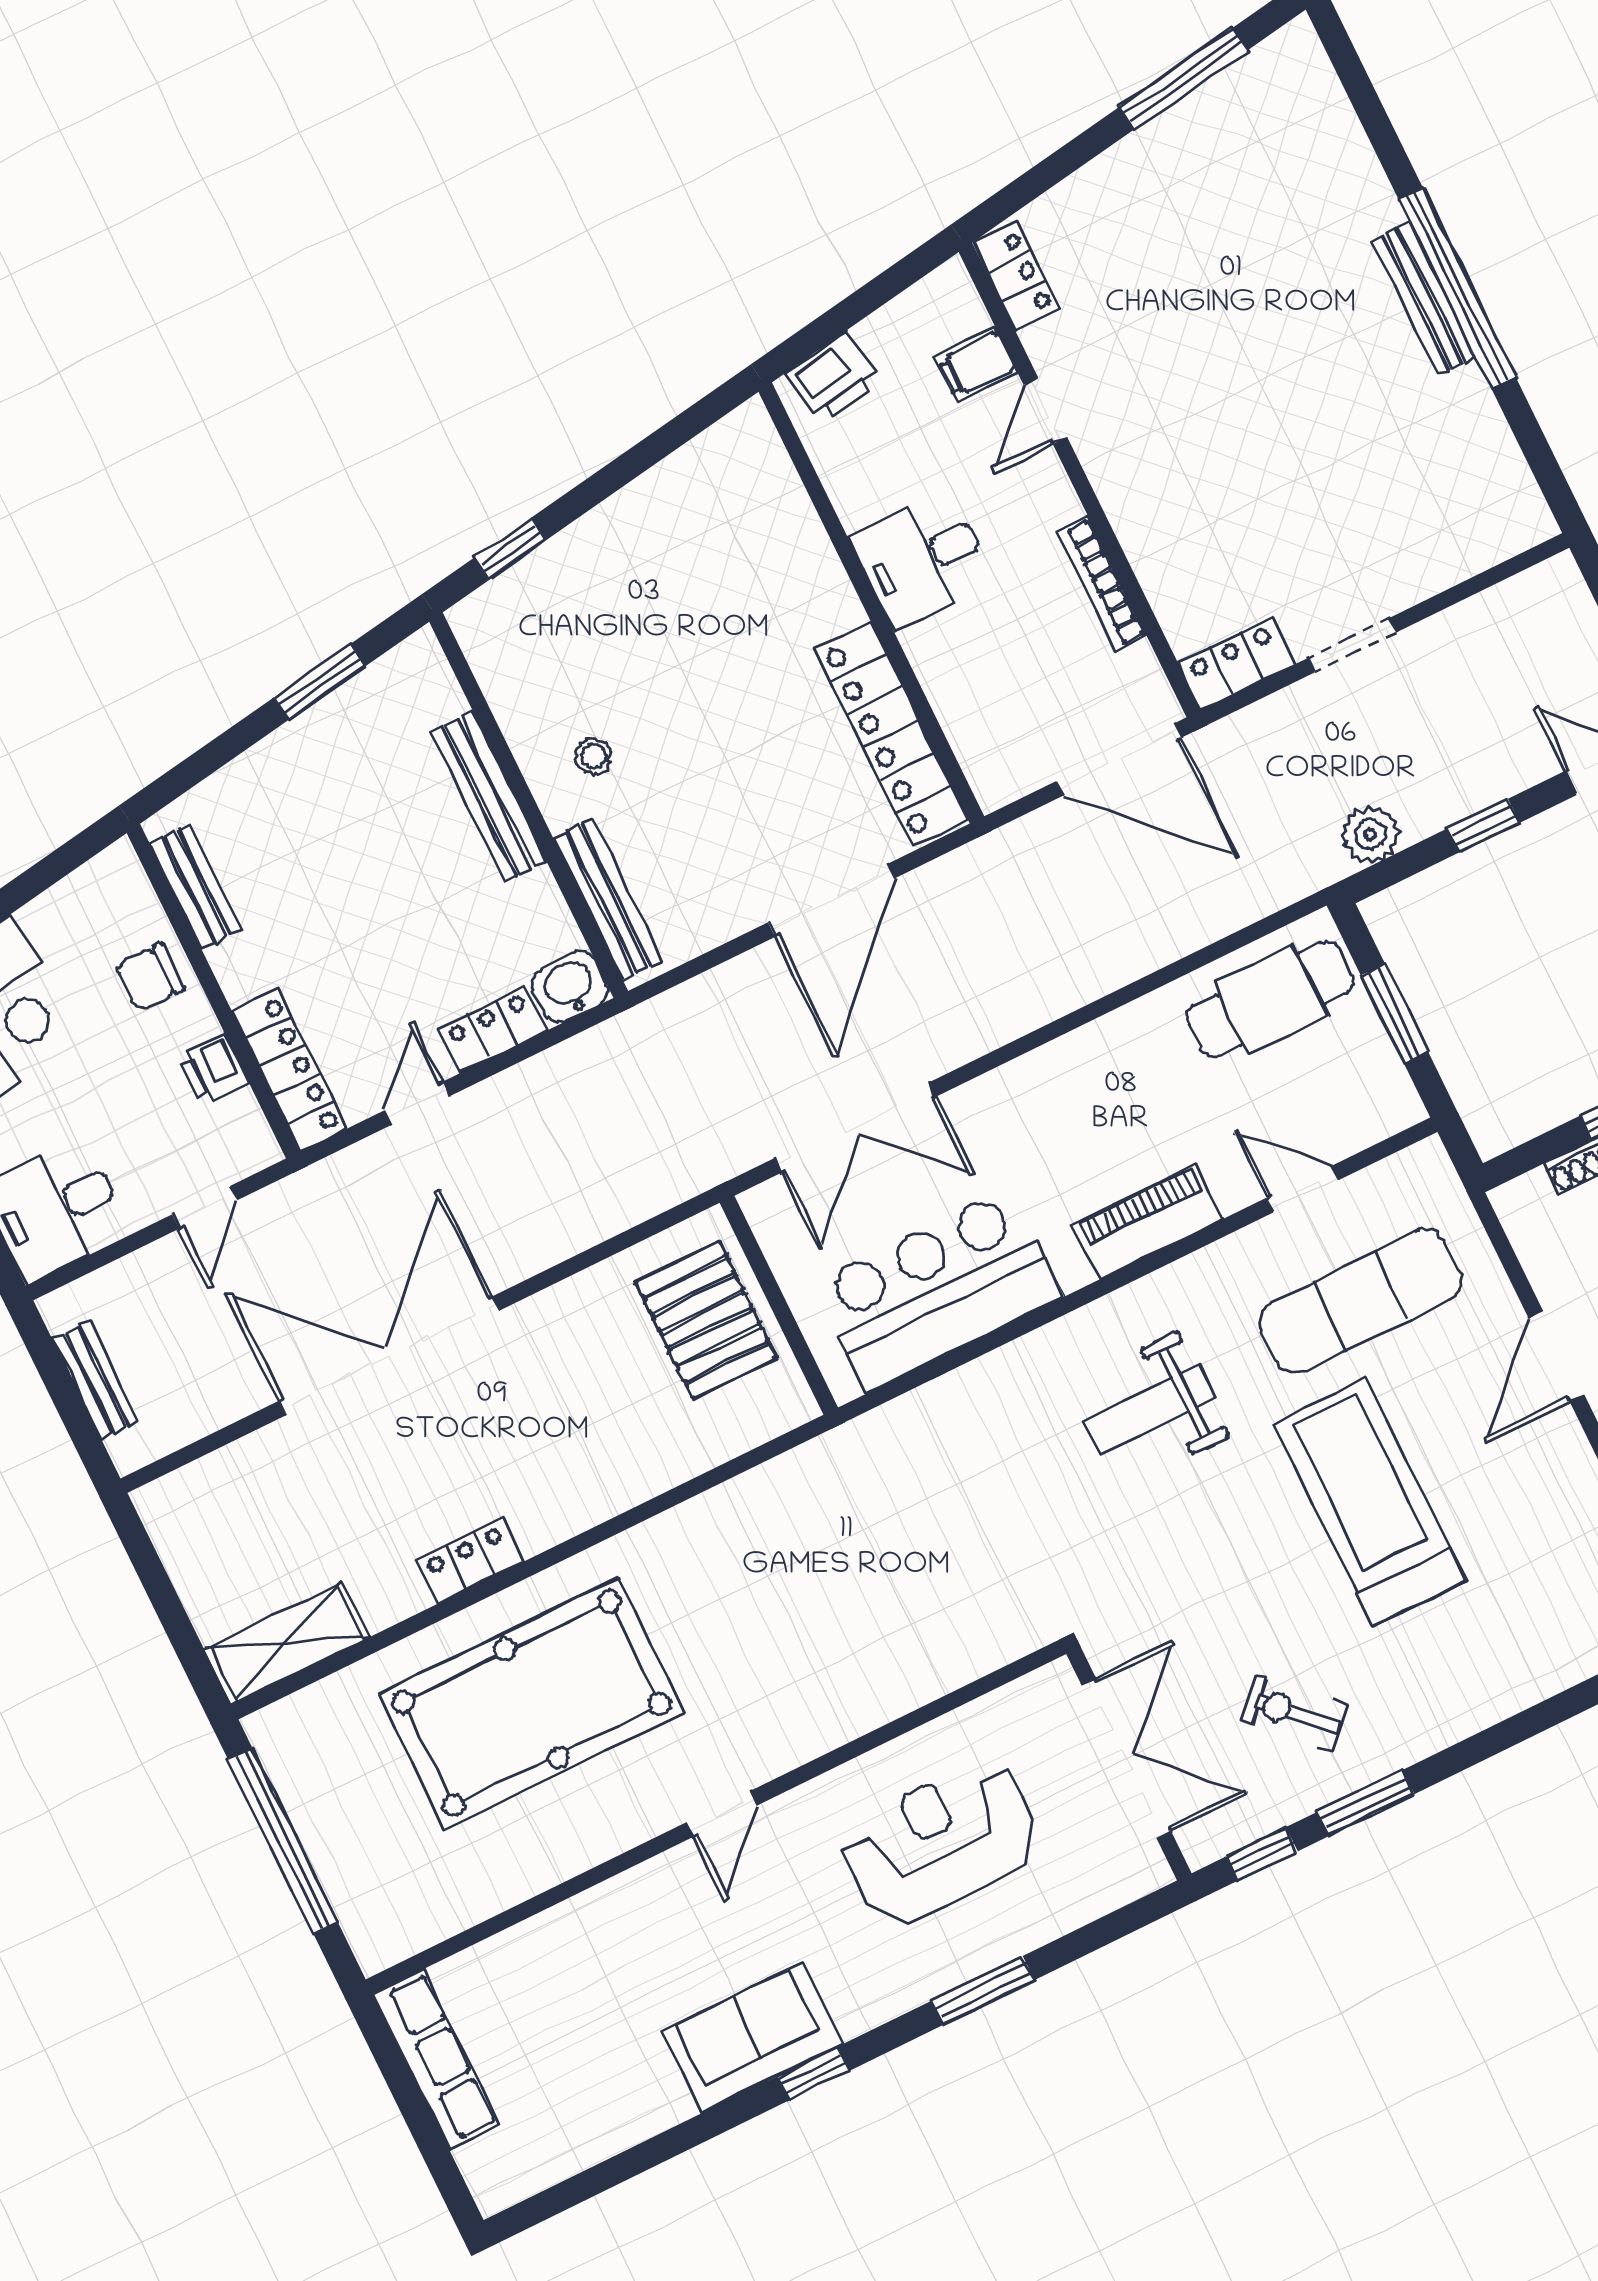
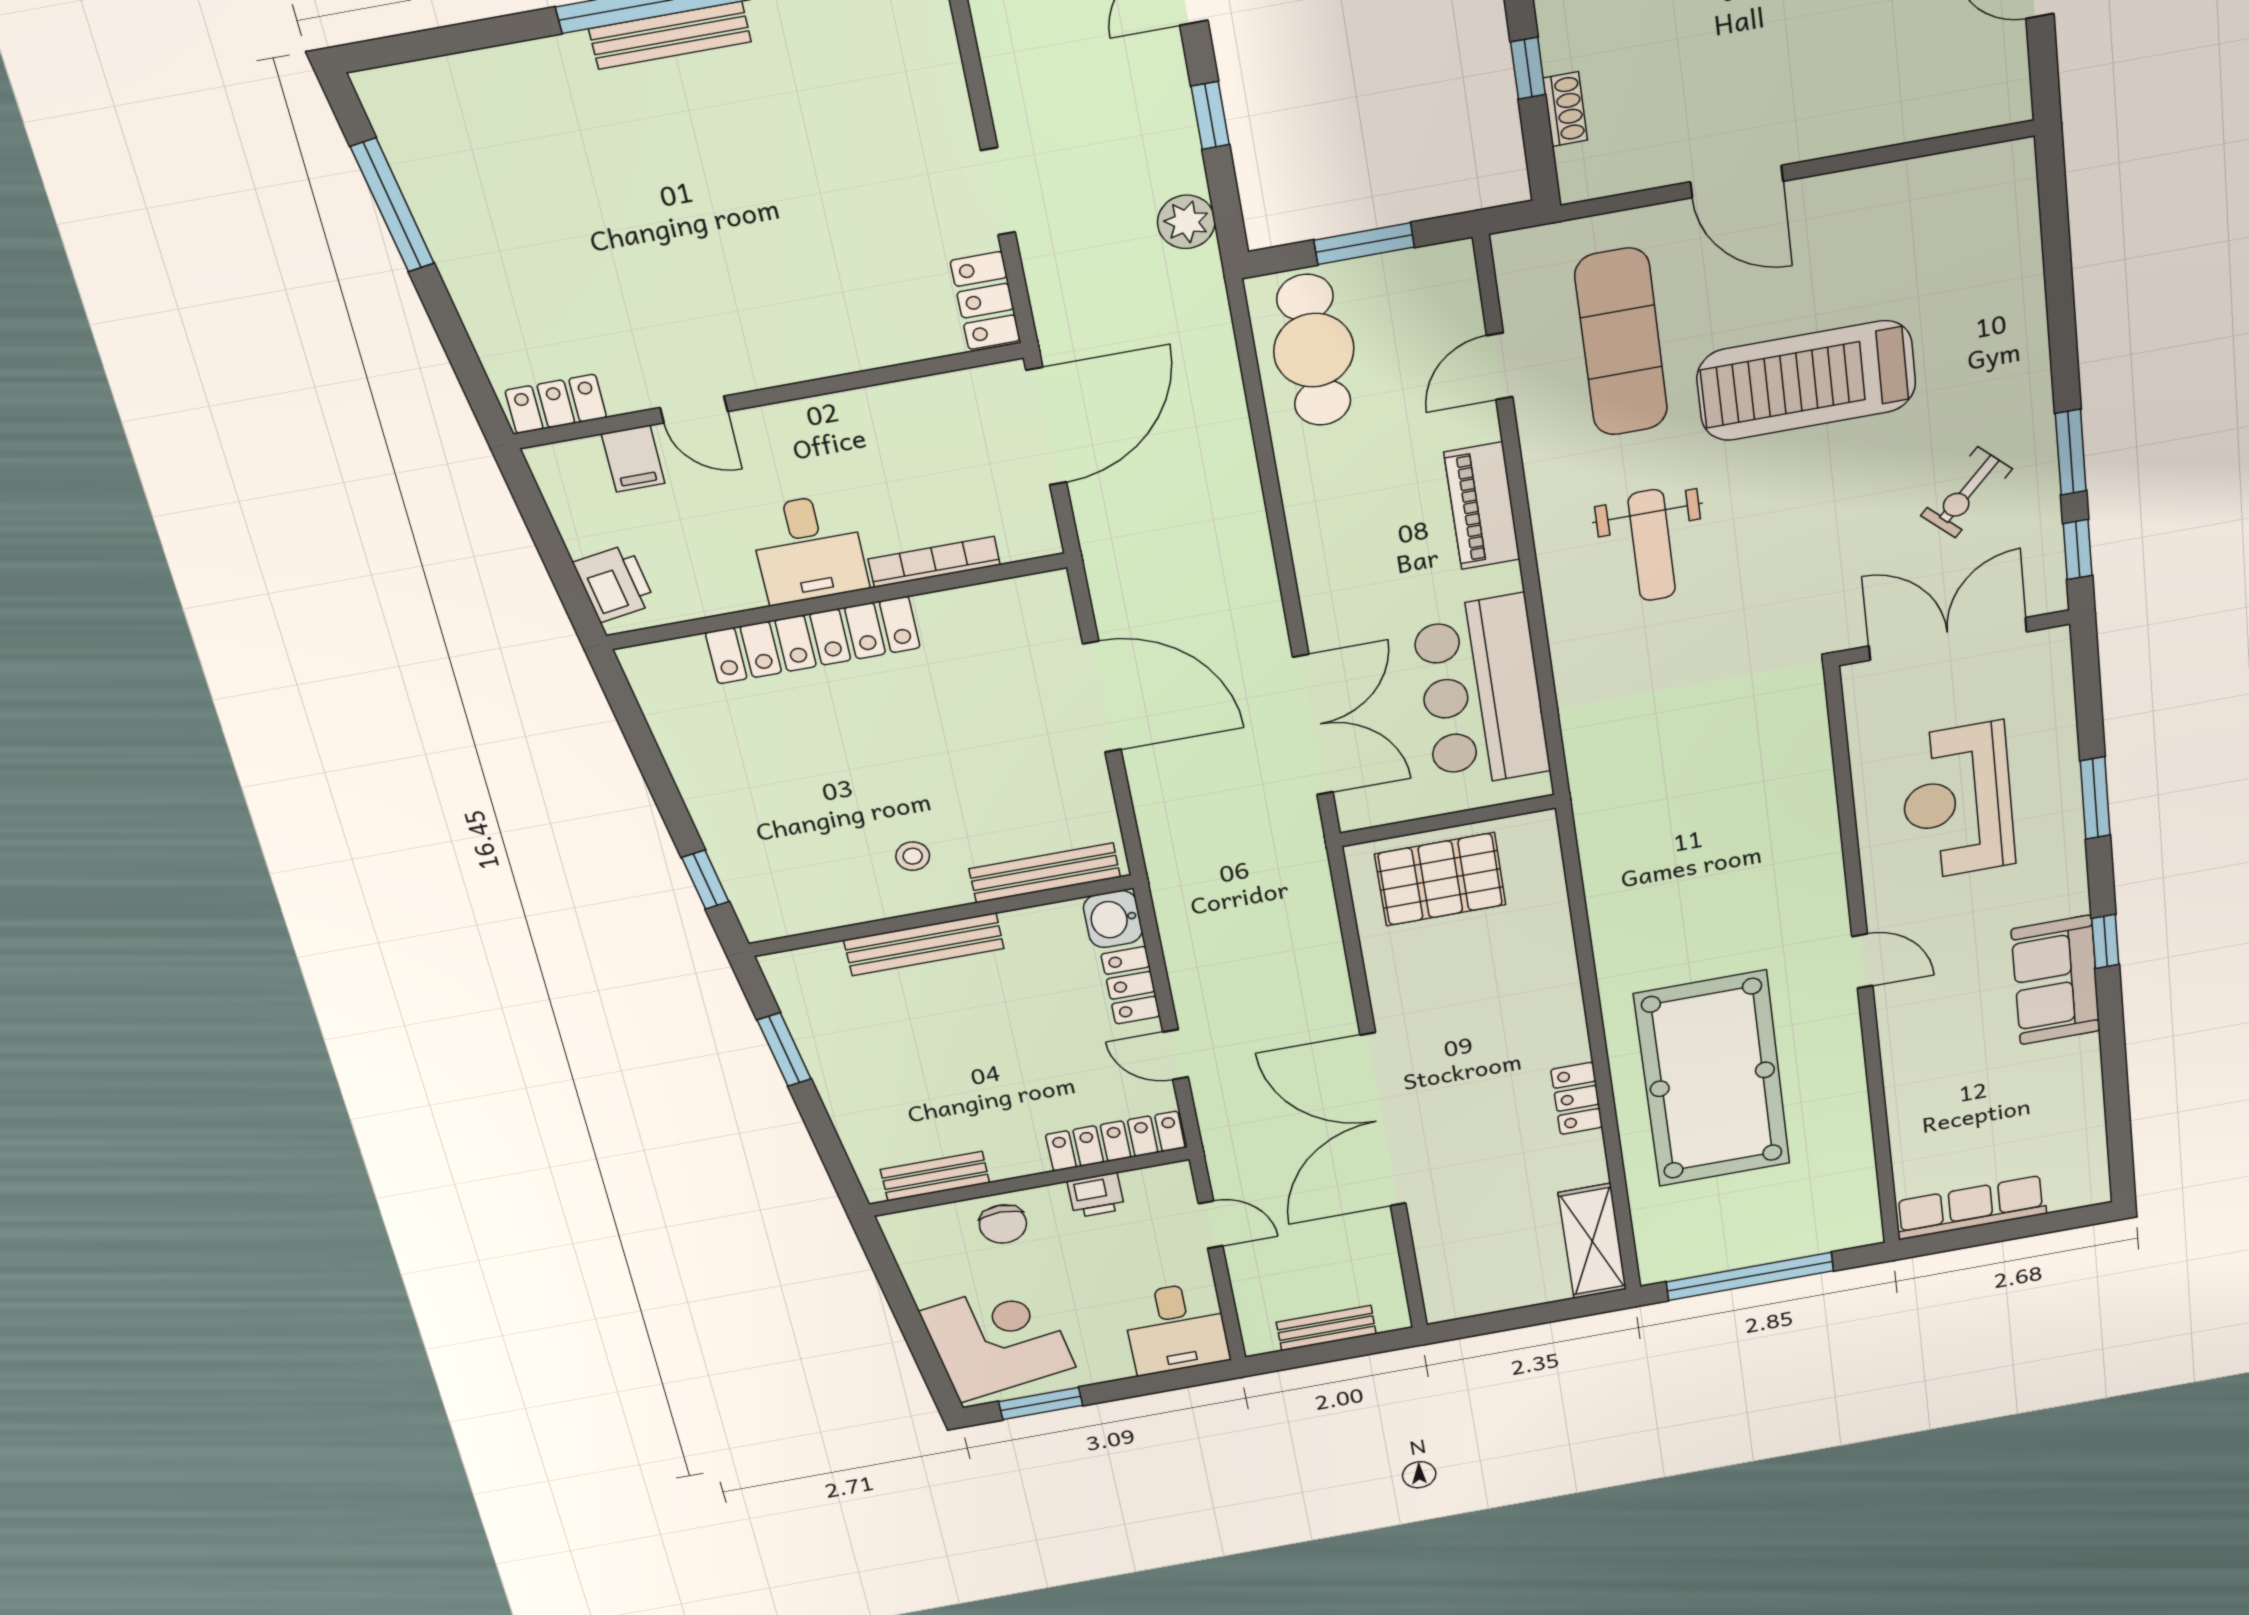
bookcase: (1102, 584) -> (934, 562), moved, turned 180
locker: (891, 734) -> (813, 640), moved

